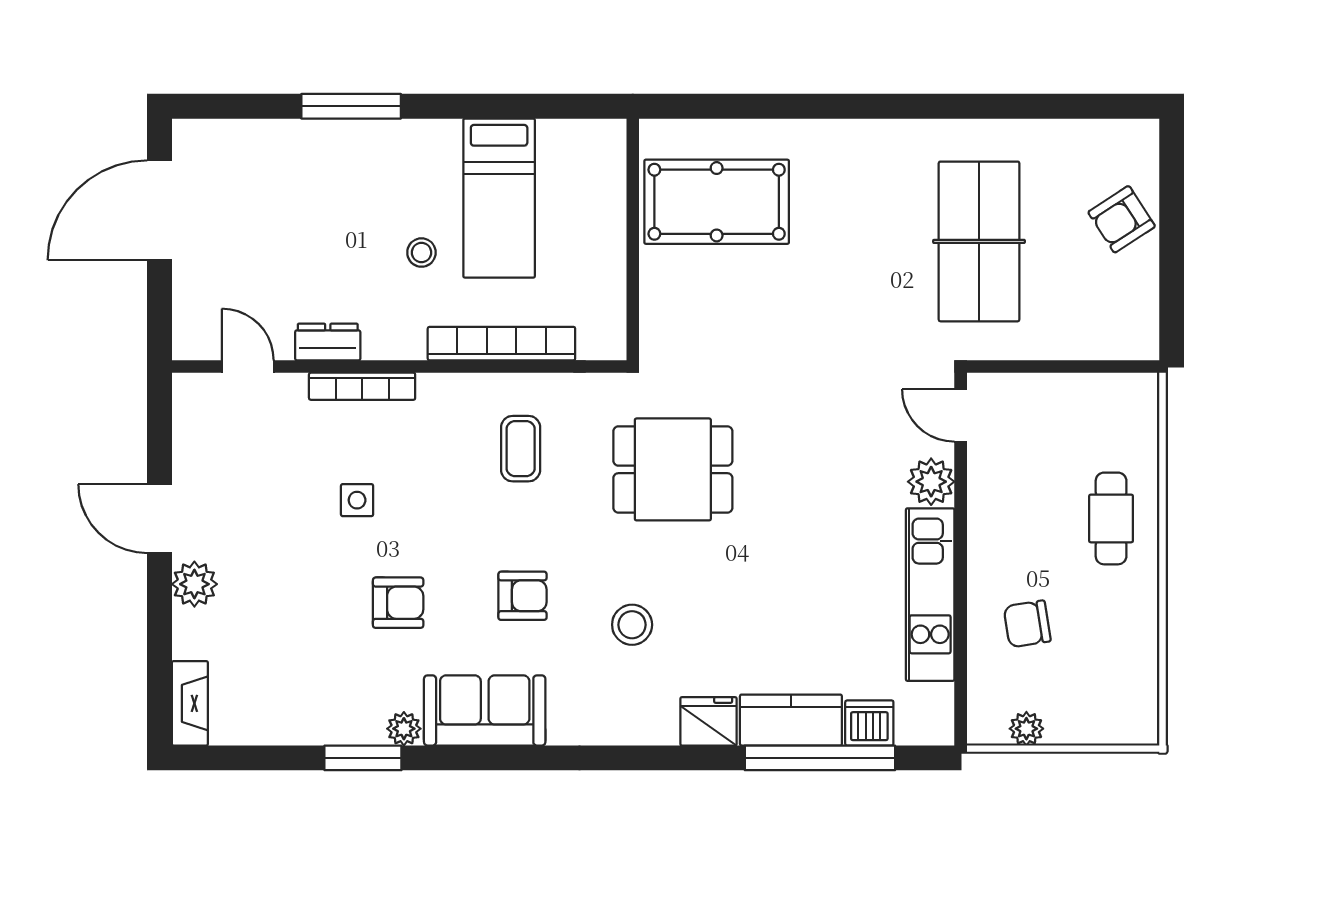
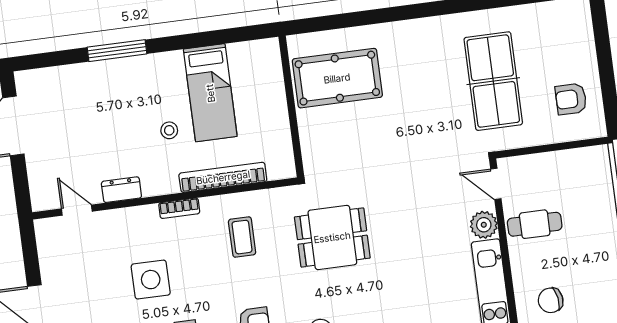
armchair: (1122, 219) -> (571, 99), moved, turned 33
bookcase: (362, 386) -> (179, 208), moved, width x0.64
side table: (357, 500) -> (151, 280), width x1.87, depth x1.87
cafe table: (1111, 518) -> (535, 224), moved, turned 90

